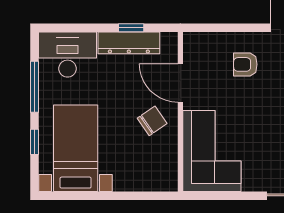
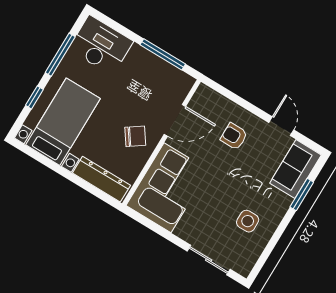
window: (131, 28) -> (163, 54), width x2.17
dresser: (129, 43) -> (101, 179), moved, turned 180
door: (180, 83) -> (175, 120), swing flipped

